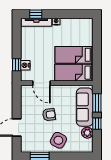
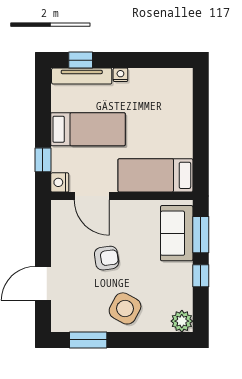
bed: (74, 55) -> (88, 129), moved, turned 180
nightstand: (25, 65) -> (60, 182), moved
sofa: (85, 107) -> (177, 233), width x0.73
plant: (87, 133) -> (182, 321), moved

